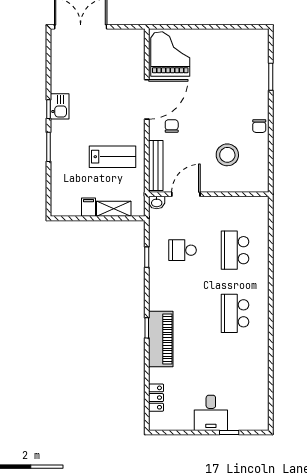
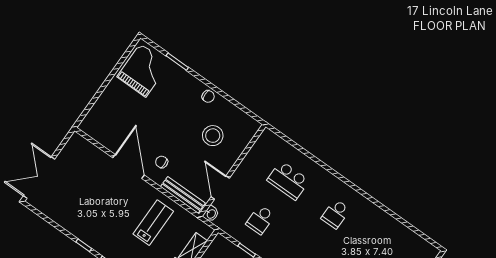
grand piano: (170, 54) -> (143, 70), moved, turned 90
kitchen sink: (60, 106) -> (88, 235), removed
school desk: (235, 313) -> (336, 214), width x0.54

